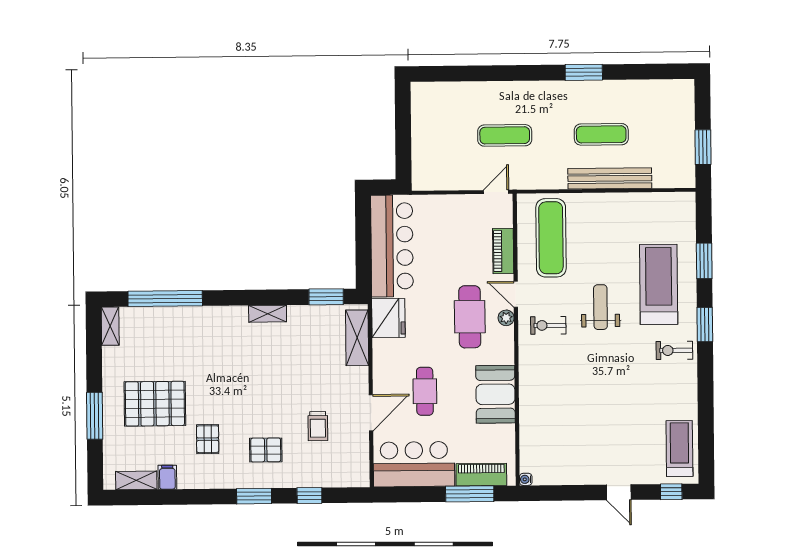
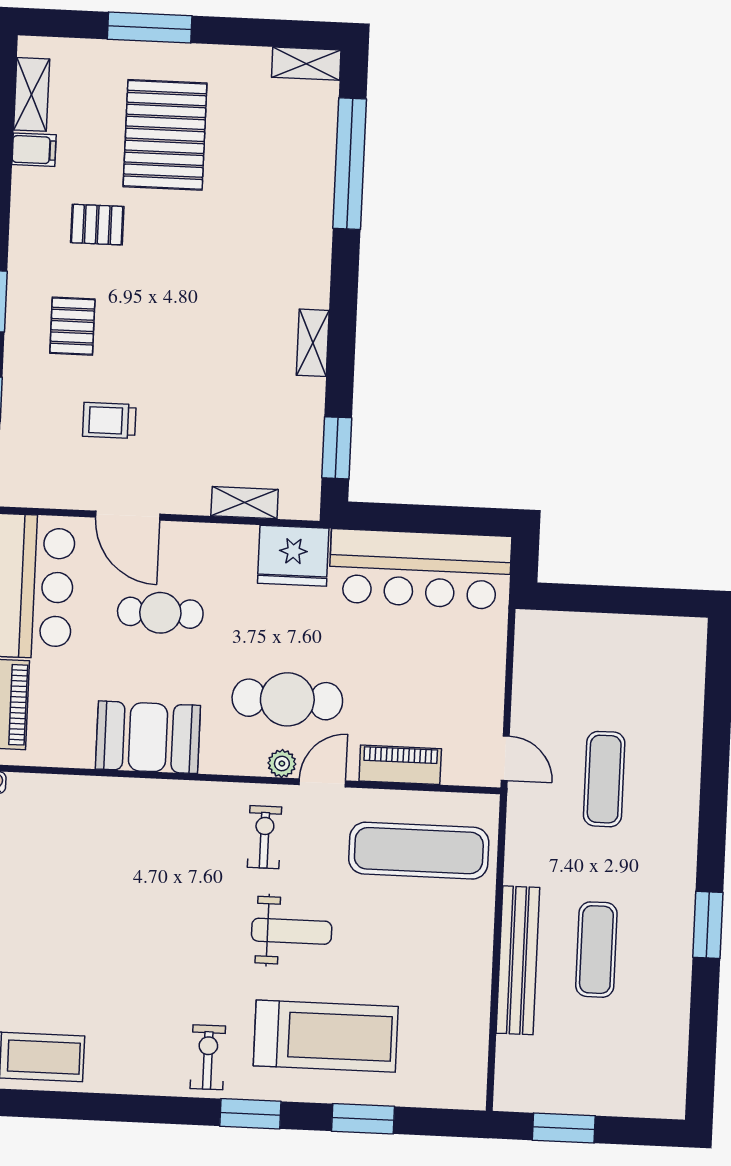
shelving: (357, 338) -> (245, 503), width x0.67, depth x0.75

